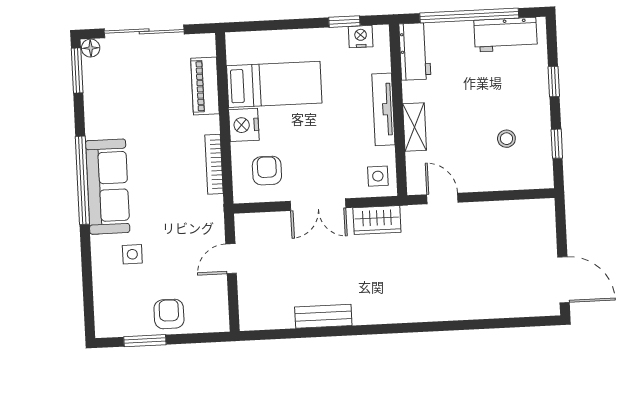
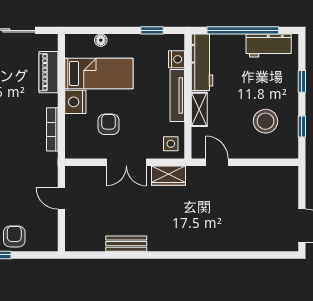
nightstand: (361, 37) -> (176, 59), moved, turned 90
floor lamp: (275, 38) -> (101, 40), added
workbench: (415, 51) -> (202, 62), width x1.38
stool: (506, 139) -> (266, 121), width x1.89, depth x1.89
armchair: (267, 171) -> (109, 124), moved
door: (231, 259) -> (61, 198), hinge flipped

